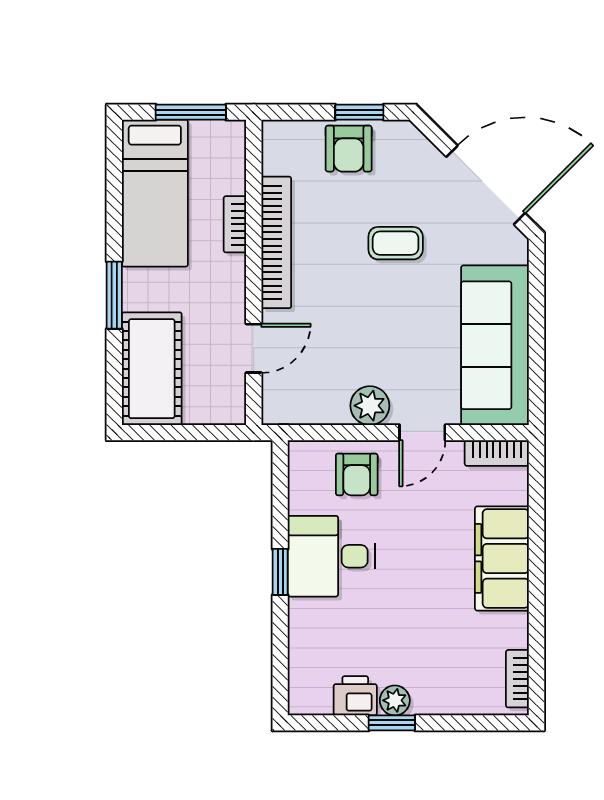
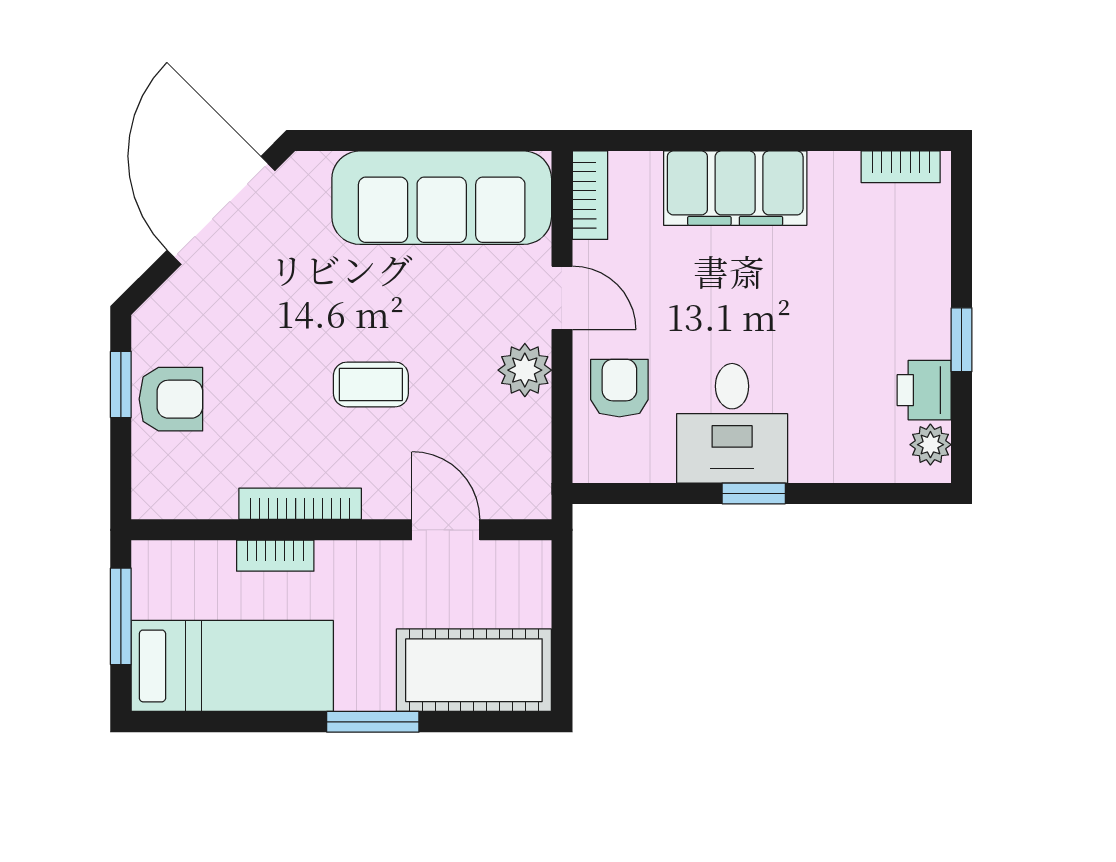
bookcase: (276, 242) -> (300, 504), width x0.68, depth x0.76
coffee table: (396, 243) -> (371, 384), moved, turned 90
armchair: (357, 474) -> (619, 388), turned -90
plant: (395, 700) -> (930, 445), moved

